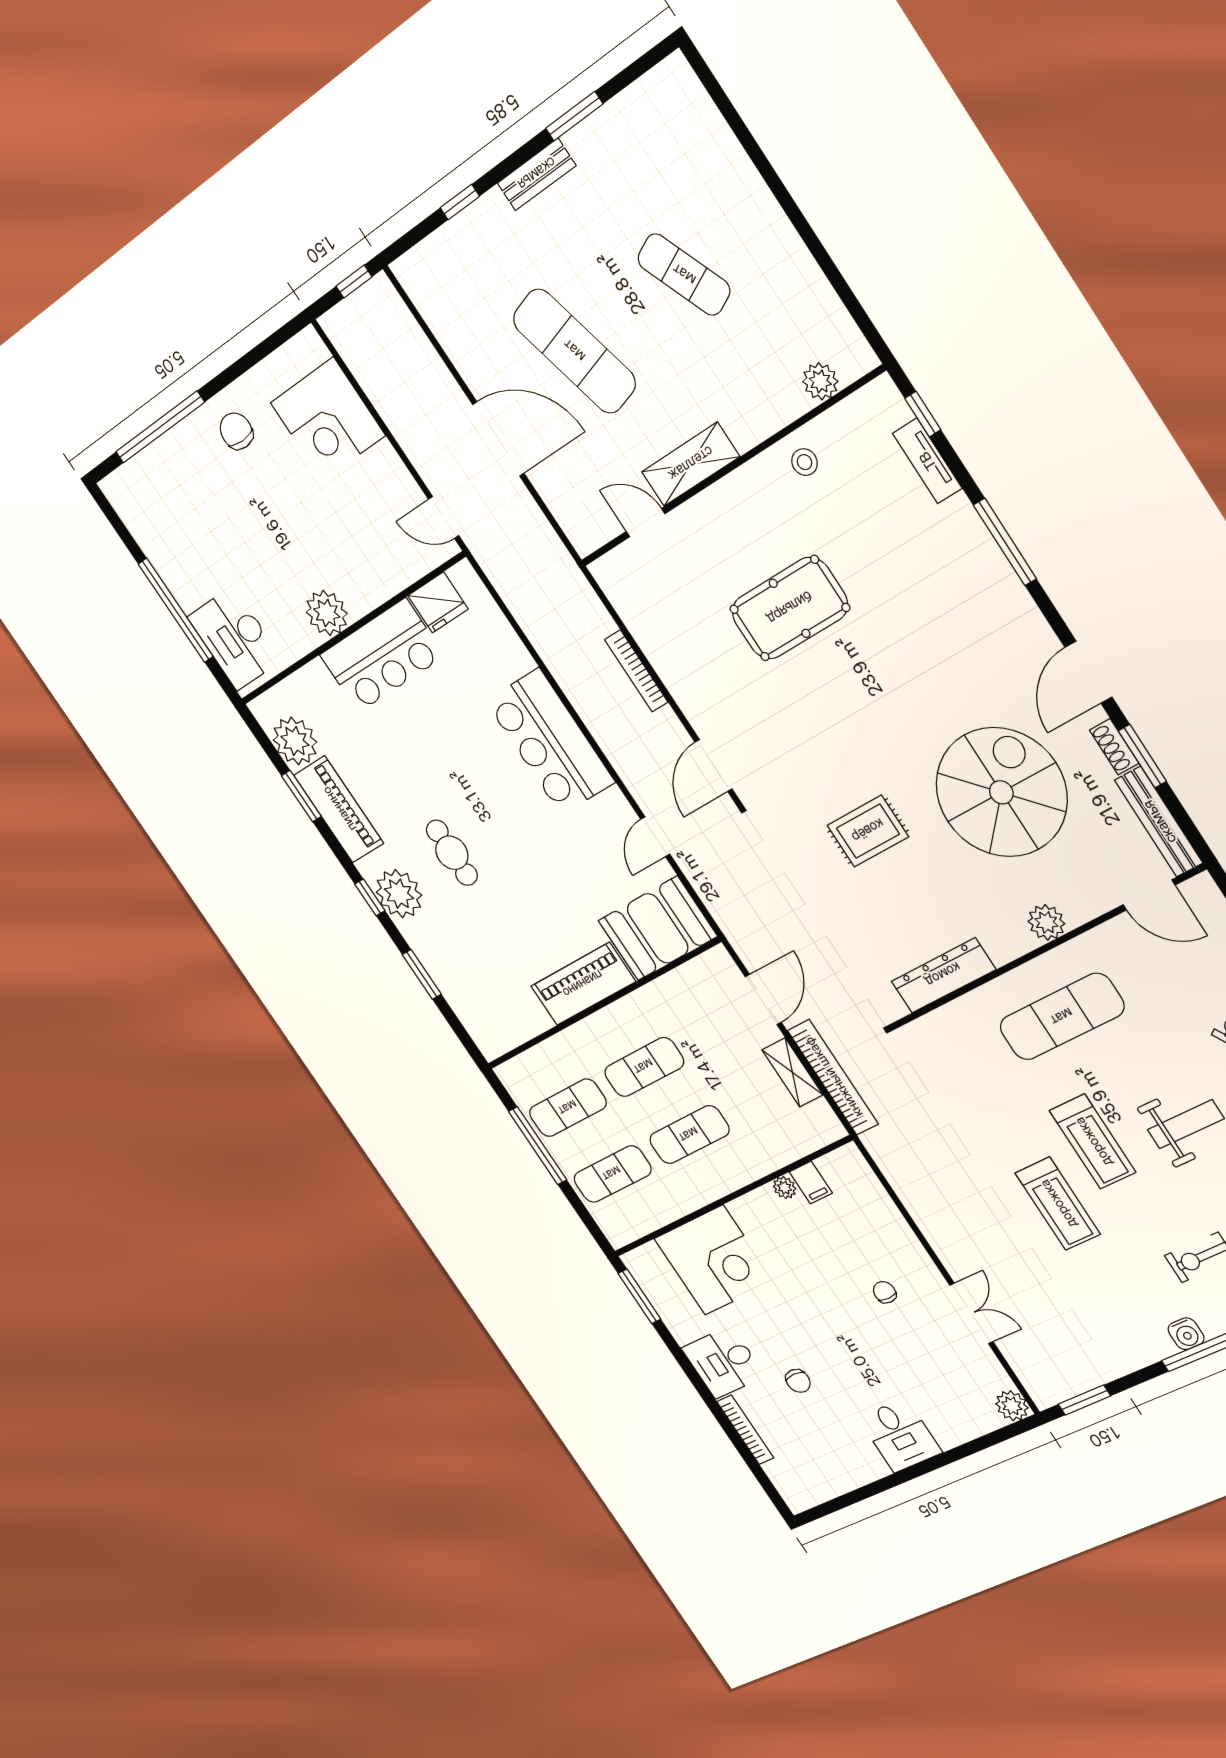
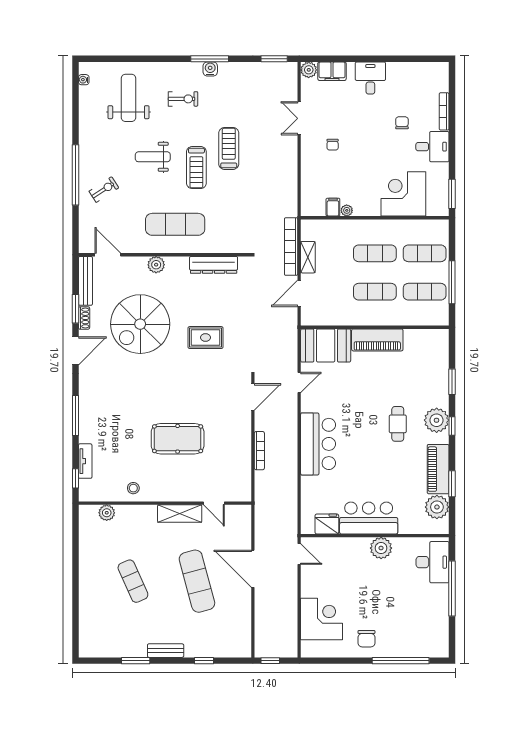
treadmill: (1093, 1142) -> (196, 168), turned 180
filing cabinet: (971, 1420) -> (332, 71), added

